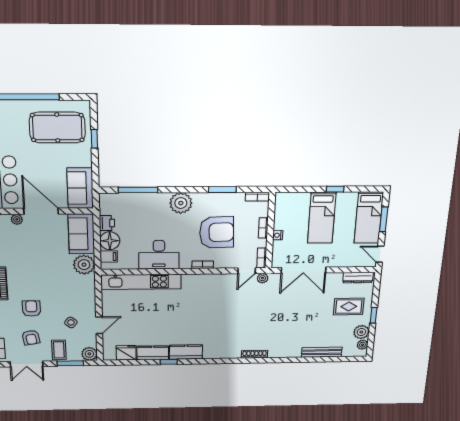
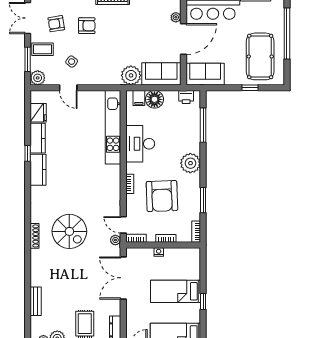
printer: (107, 223) -> (186, 97), moved
spiral stairs: (251, 322) -> (69, 231), added
bench: (322, 352) -> (36, 301), width x0.73

